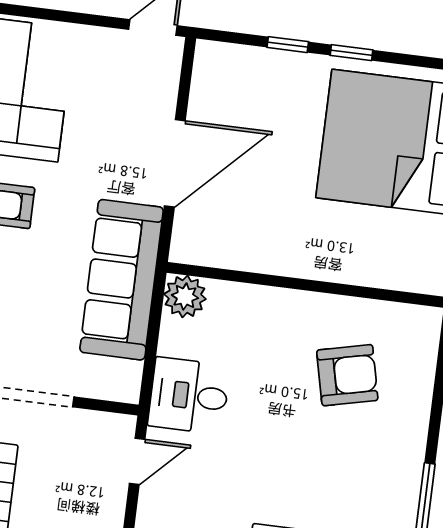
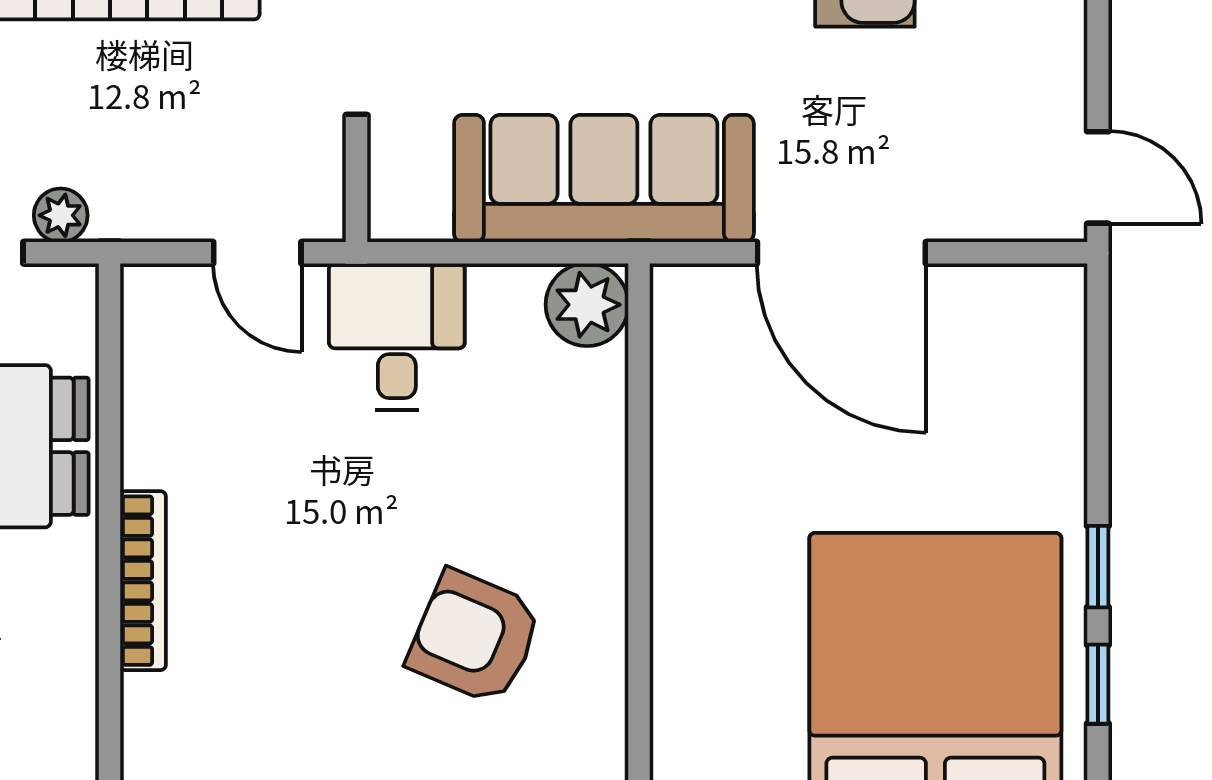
window: (288, 45) -> (1098, 684), moved
armchair: (347, 375) -> (475, 637), turned 126

